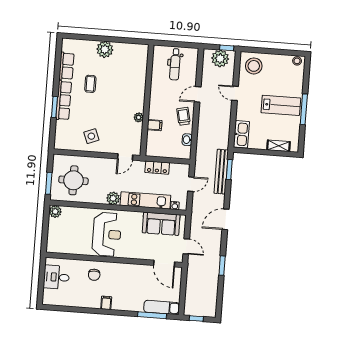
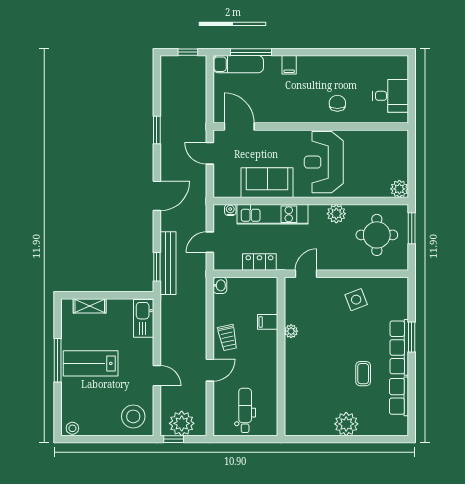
washbasin: (187, 140) -> (220, 285), moved
plant: (113, 198) -> (336, 214), moved
sofa: (161, 224) -> (267, 183), moved
filing cabinet: (106, 303) -> (289, 65), moved

